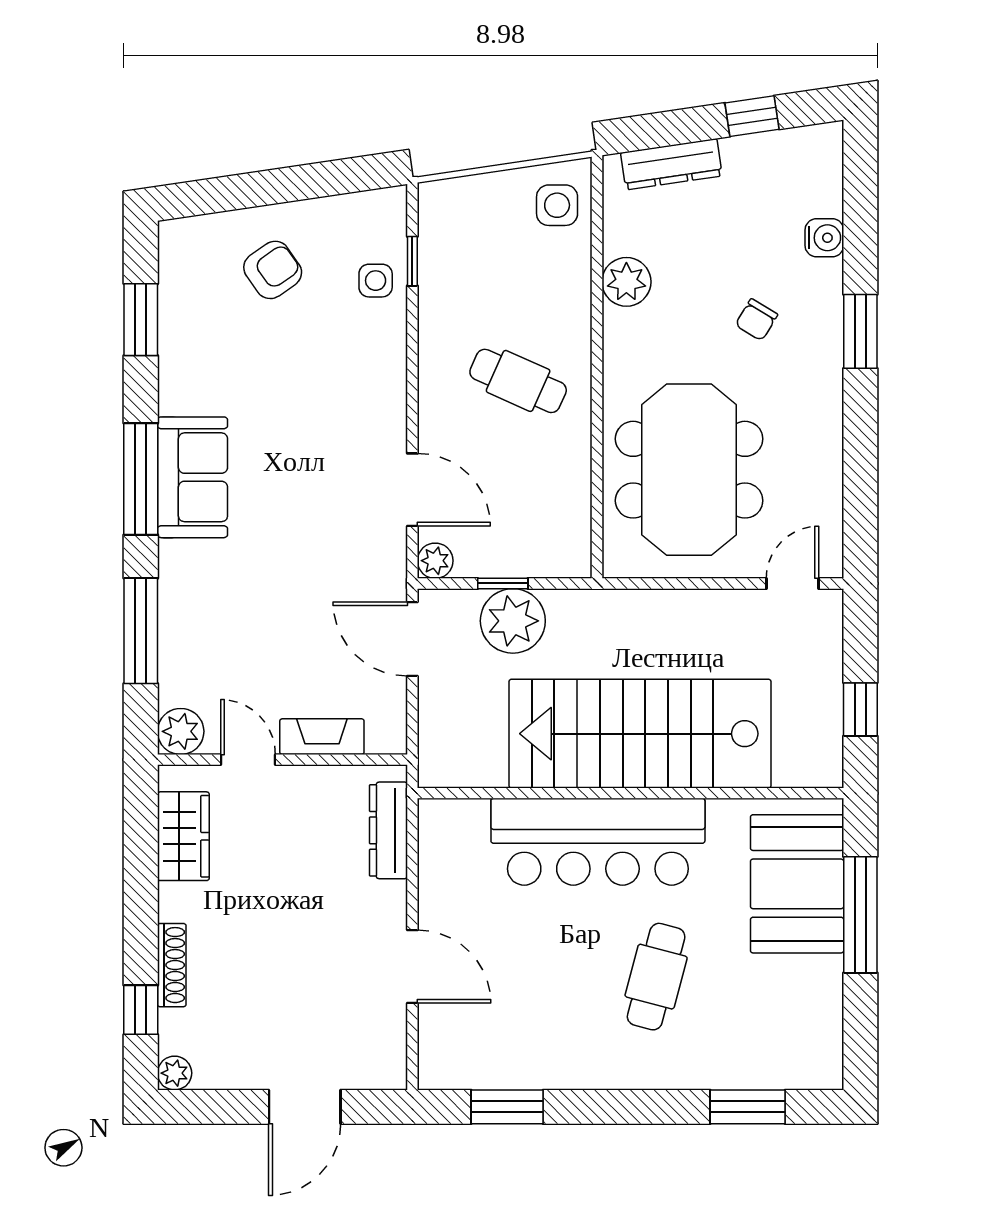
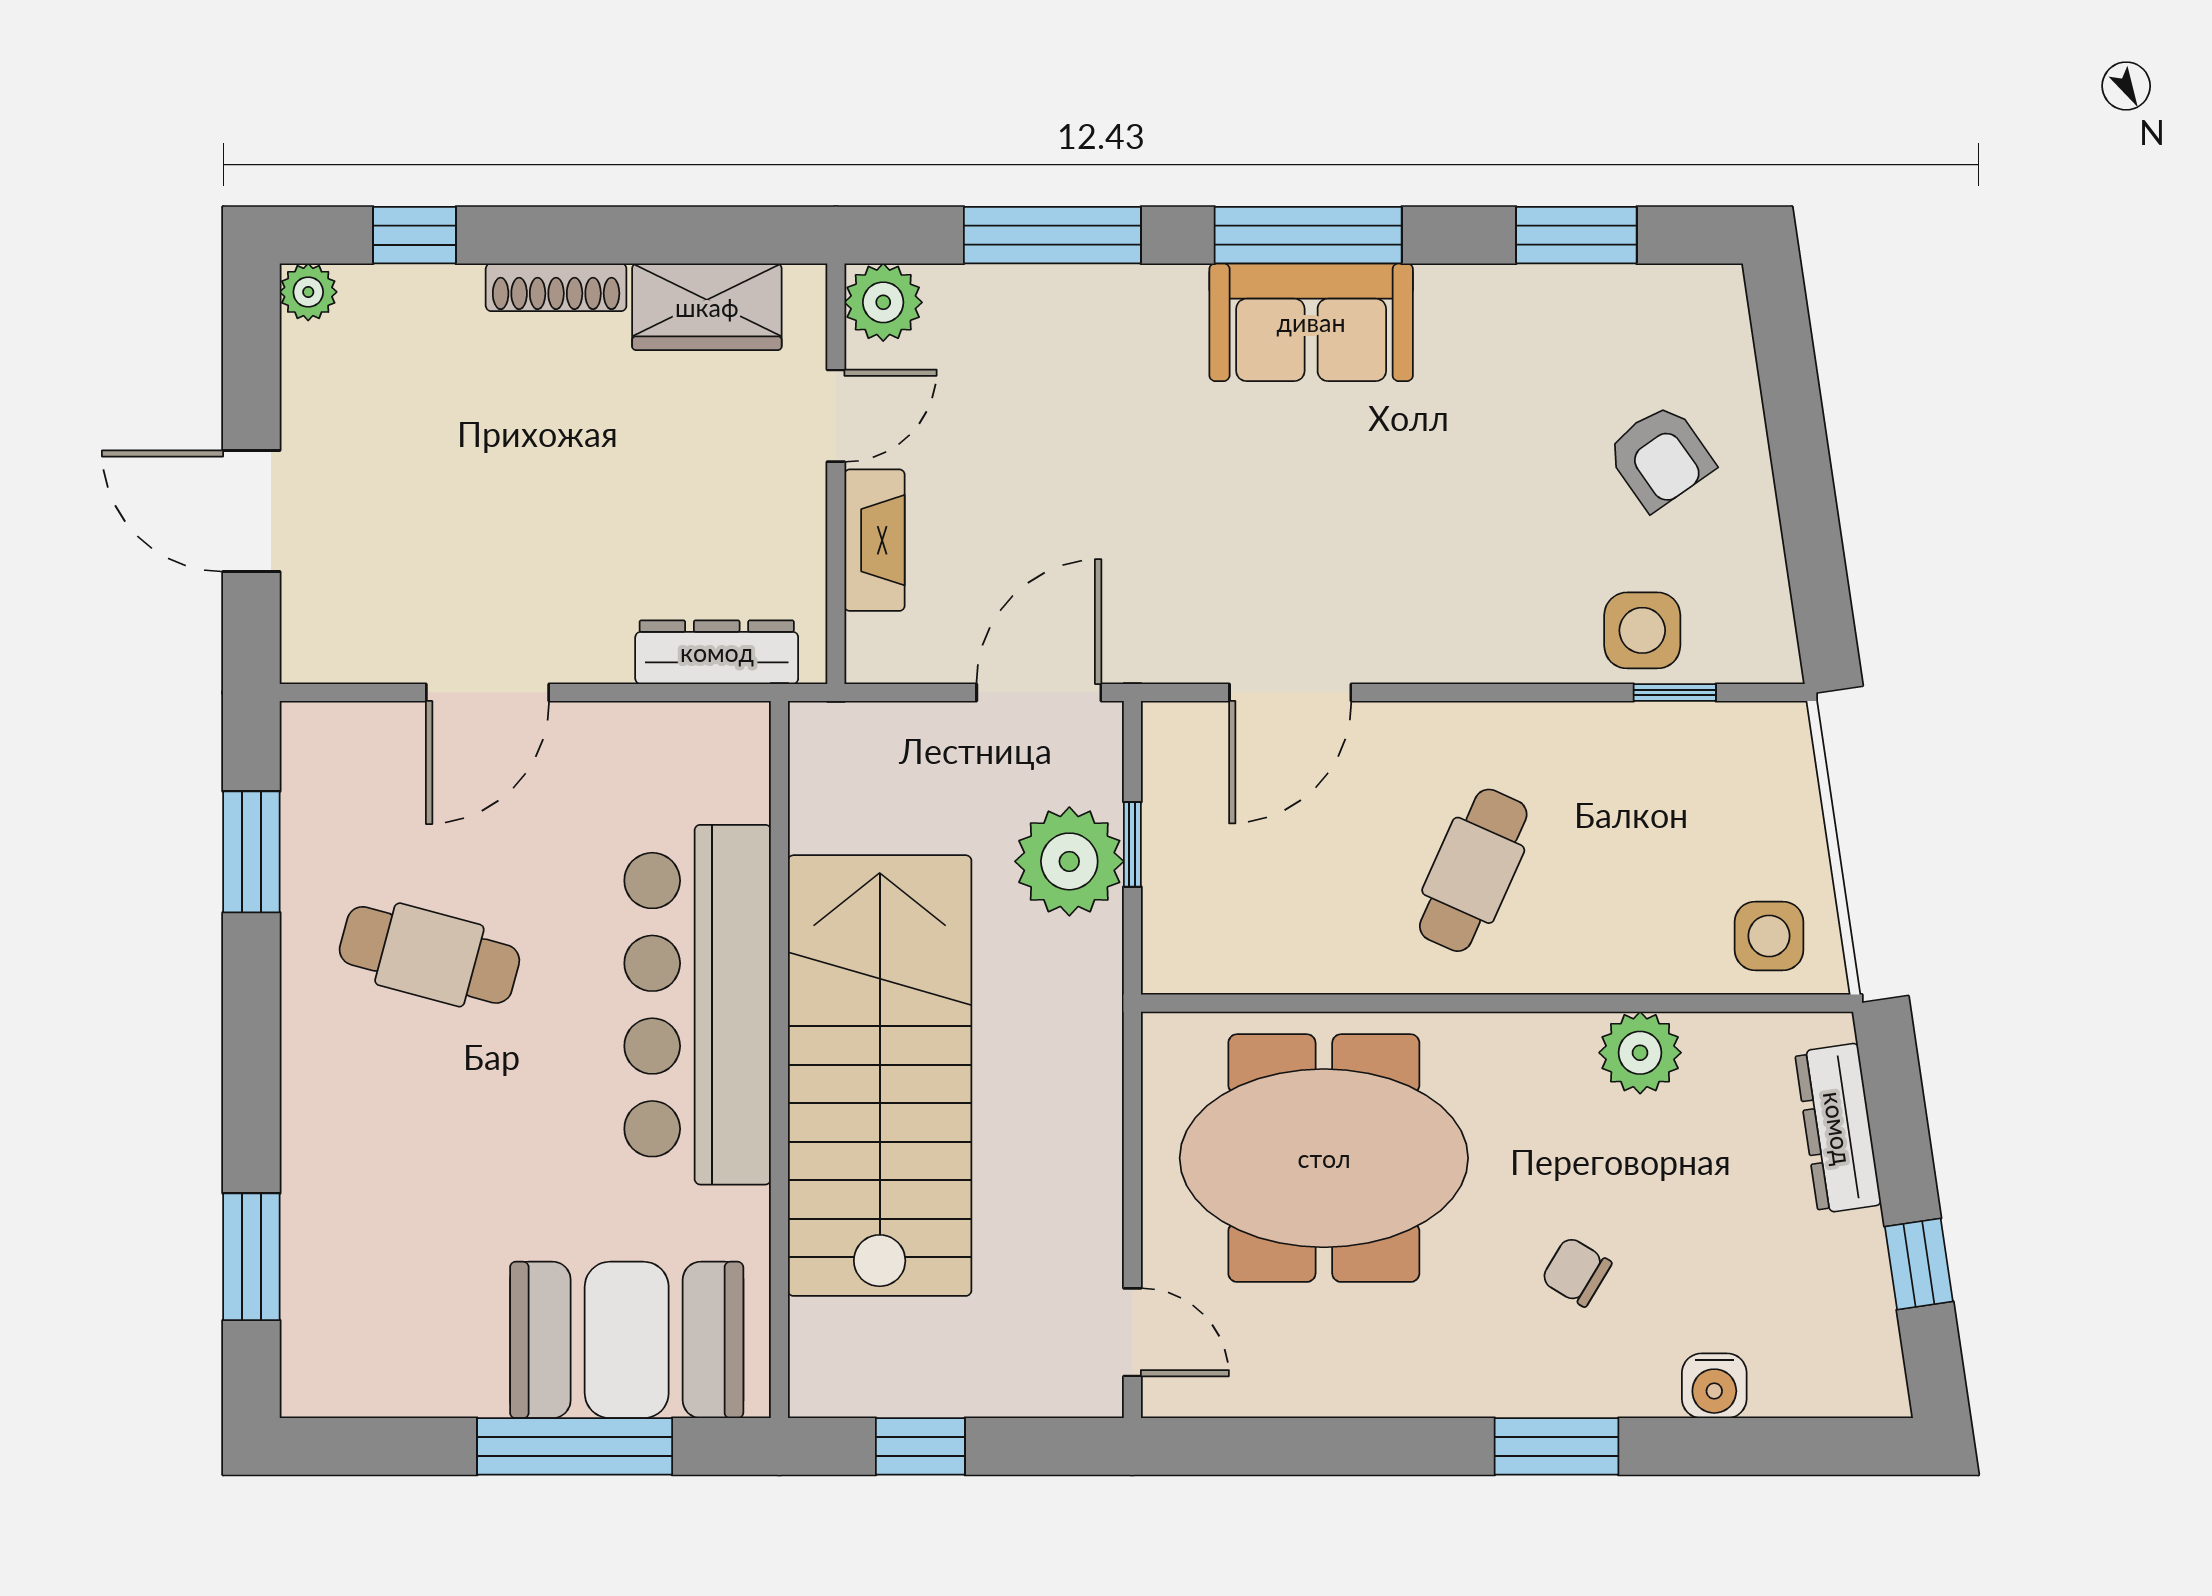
side table: (376, 281) -> (1642, 630), width x1.37, depth x1.37
plant: (435, 561) -> (1171, 731), removed
shoe rack: (172, 965) -> (556, 287), moved
cafe table: (656, 977) -> (429, 955), moved

